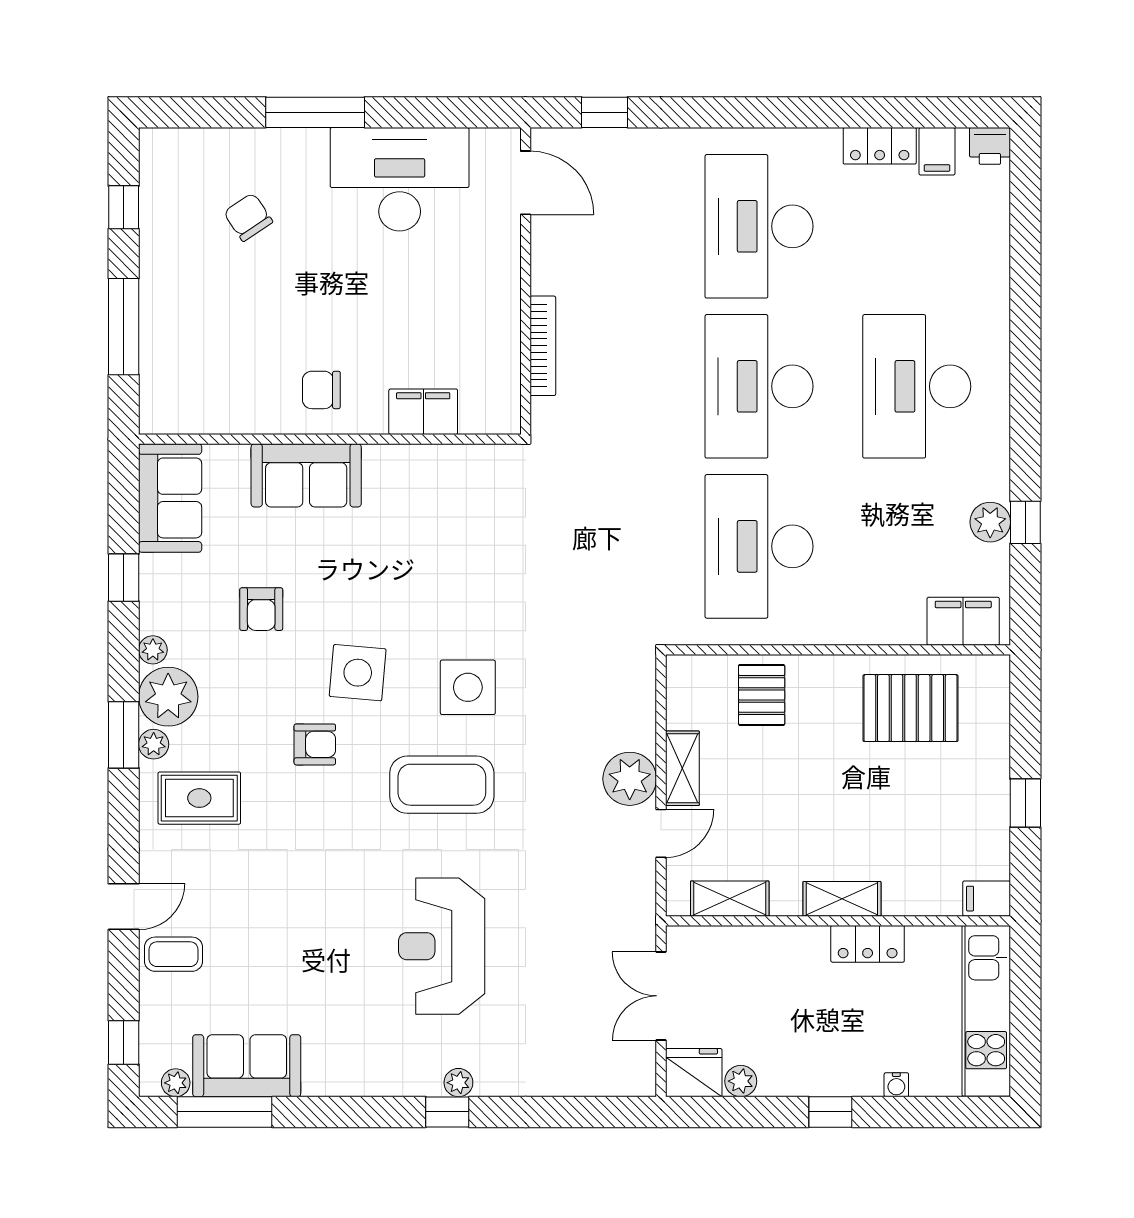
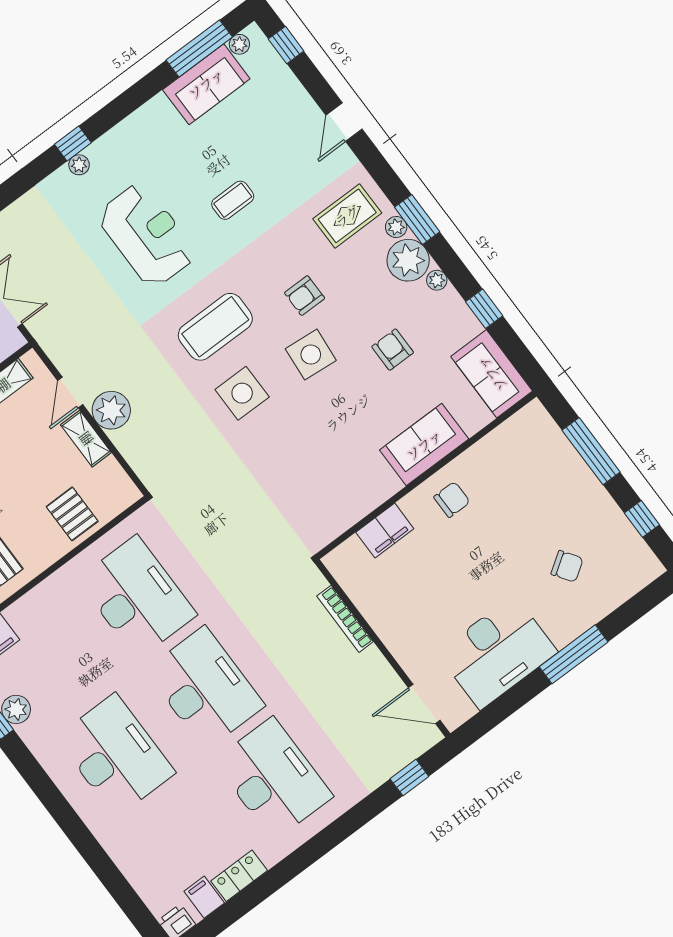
coffee table: (174, 954) -> (233, 200), moved

